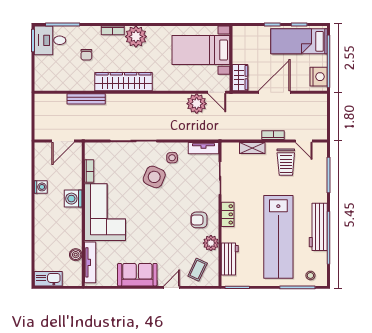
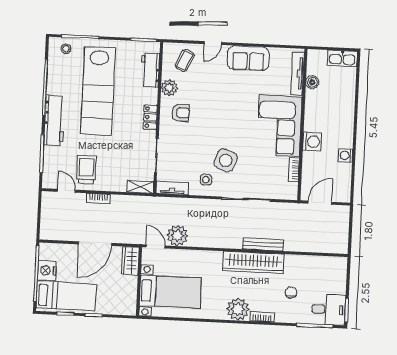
nightstand: (319, 77) -> (47, 271), moved
bench: (86, 99) -> (263, 244), moved
shelving: (252, 148) -> (140, 187), moved
workbench: (318, 227) -> (54, 120), moved
lab bench: (278, 237) -> (98, 91), turned 180

